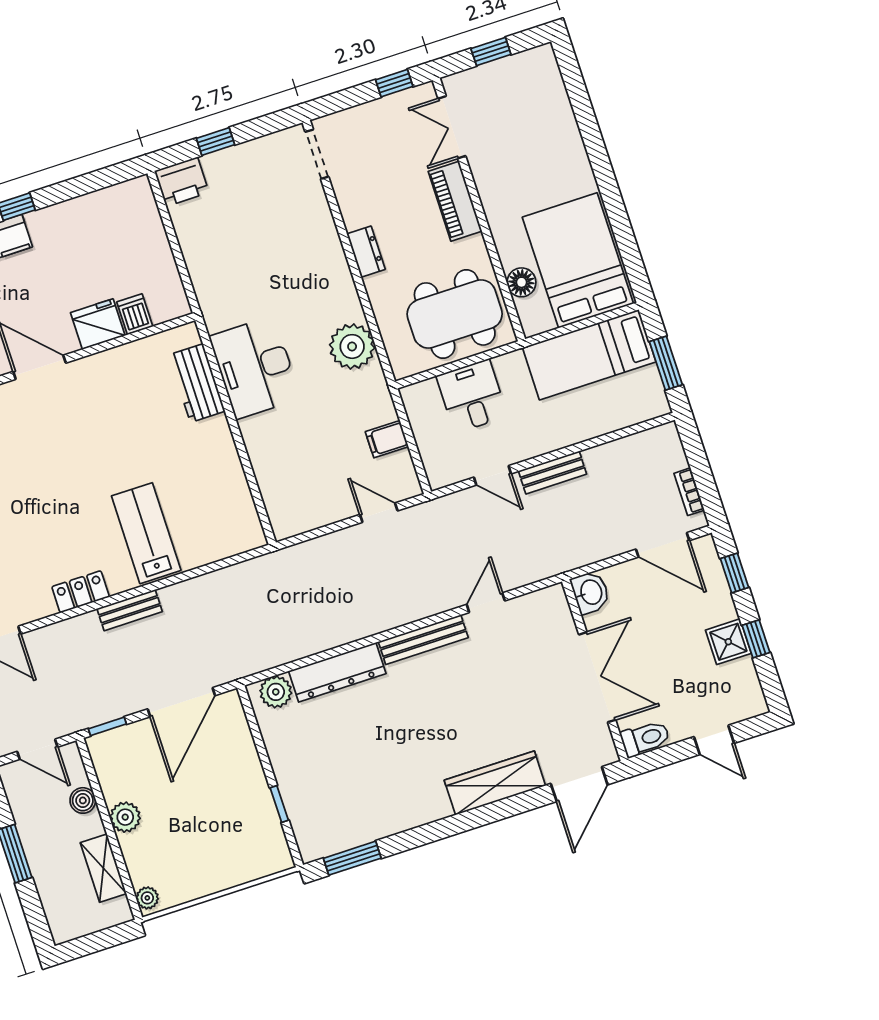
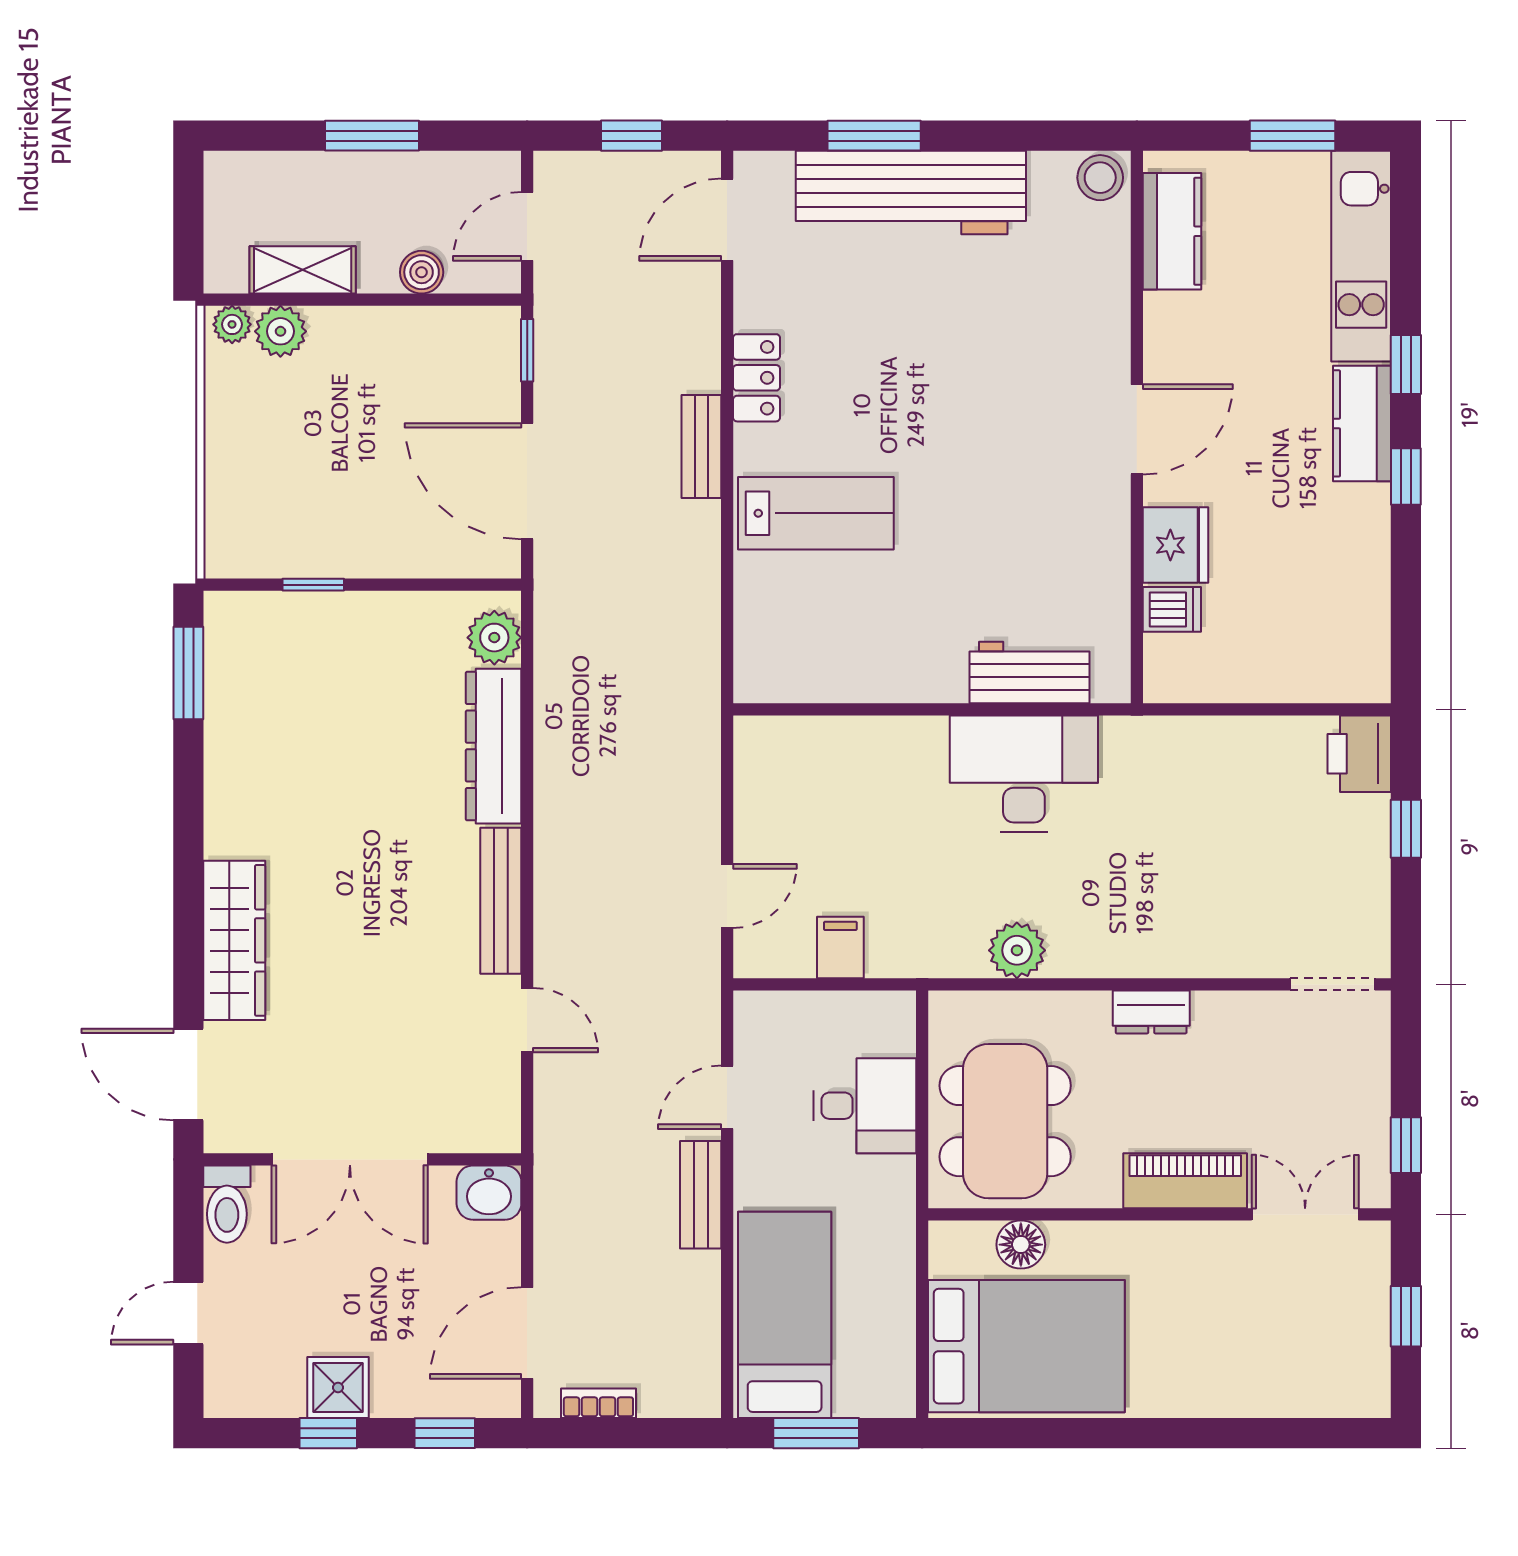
plant: (352, 346) -> (1017, 950), width x0.73, depth x0.73
bed: (589, 355) -> (785, 1315), moved
plant: (125, 817) -> (280, 331), moved

